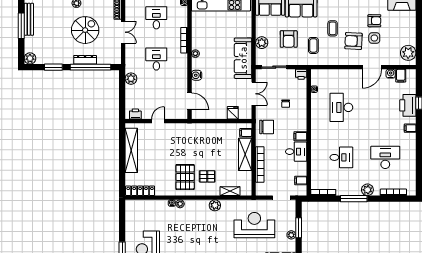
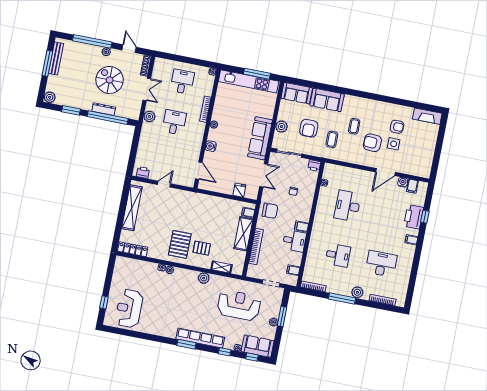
spiral stairs: (85, 30) -> (110, 80), turned -90
plant: (408, 53) -> (424, 165), removed
plant: (131, 79) -> (149, 116), moved

